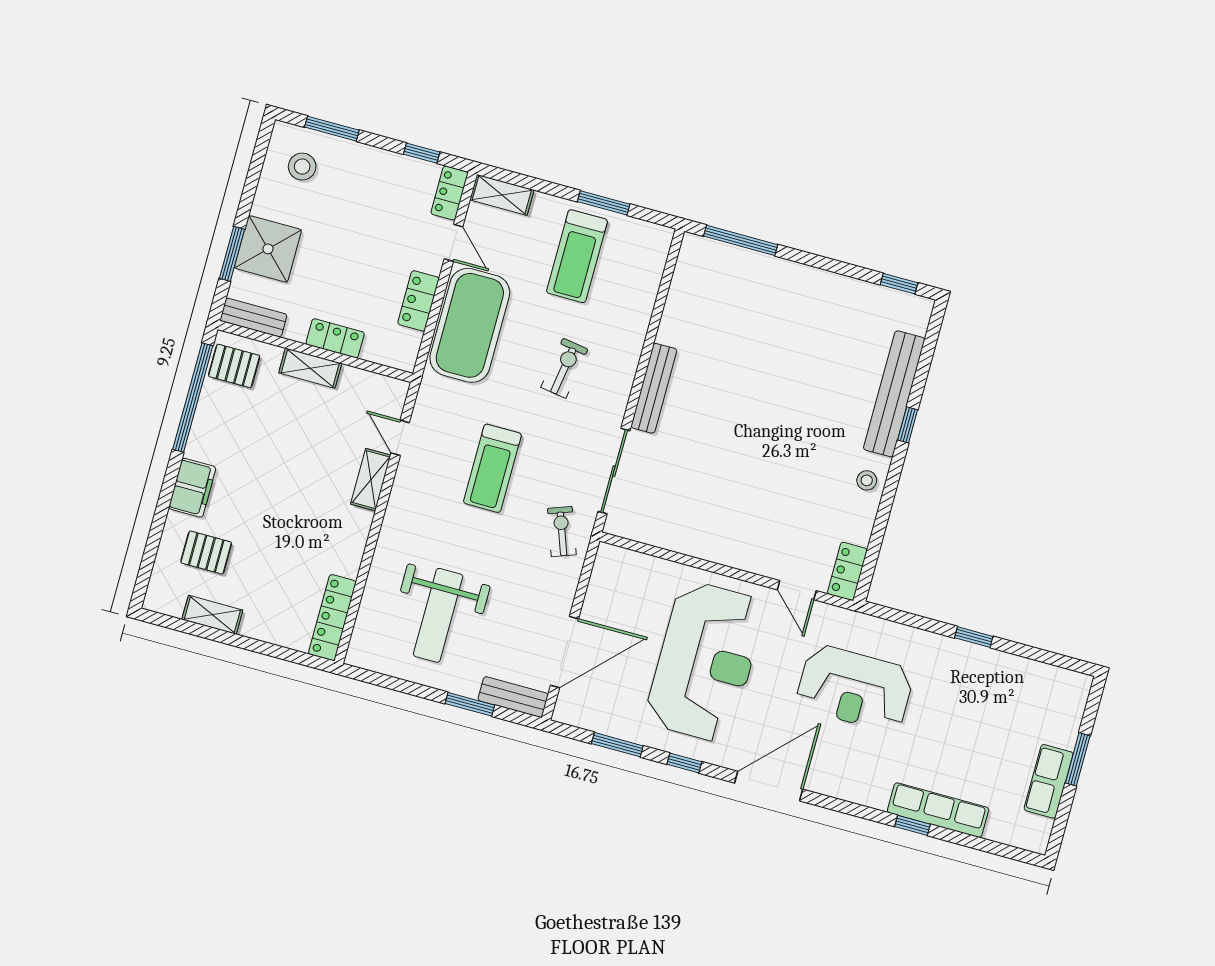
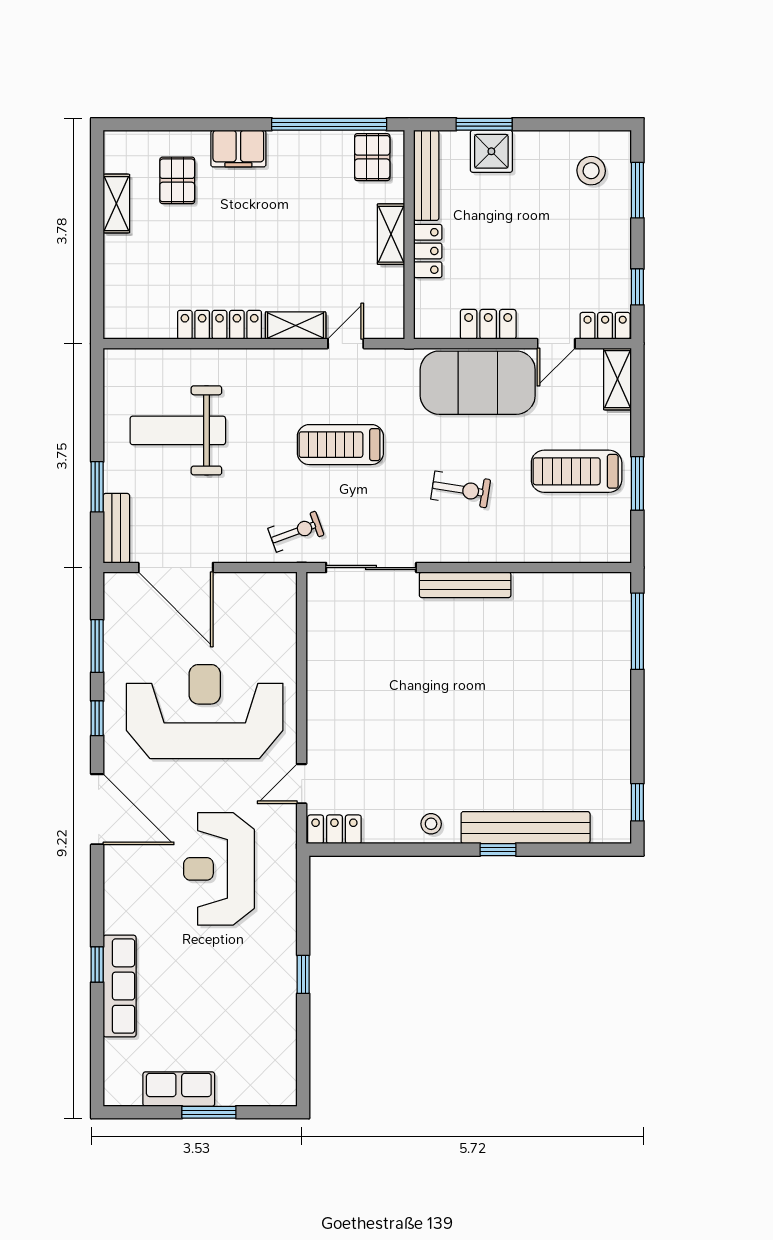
shower: (268, 249) -> (491, 151), width x0.73, depth x0.73
bench: (254, 317) -> (426, 175), width x1.36
locker: (332, 618) -> (220, 325), moved
reception desk: (705, 662) -> (205, 712), turned 180

